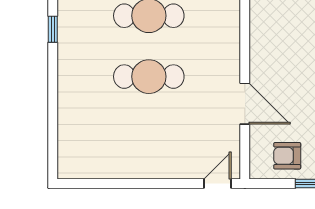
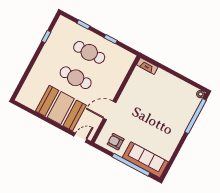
door: (245, 104) -> (110, 110), swing flipped
booth: (152, 148) -> (61, 108), added

